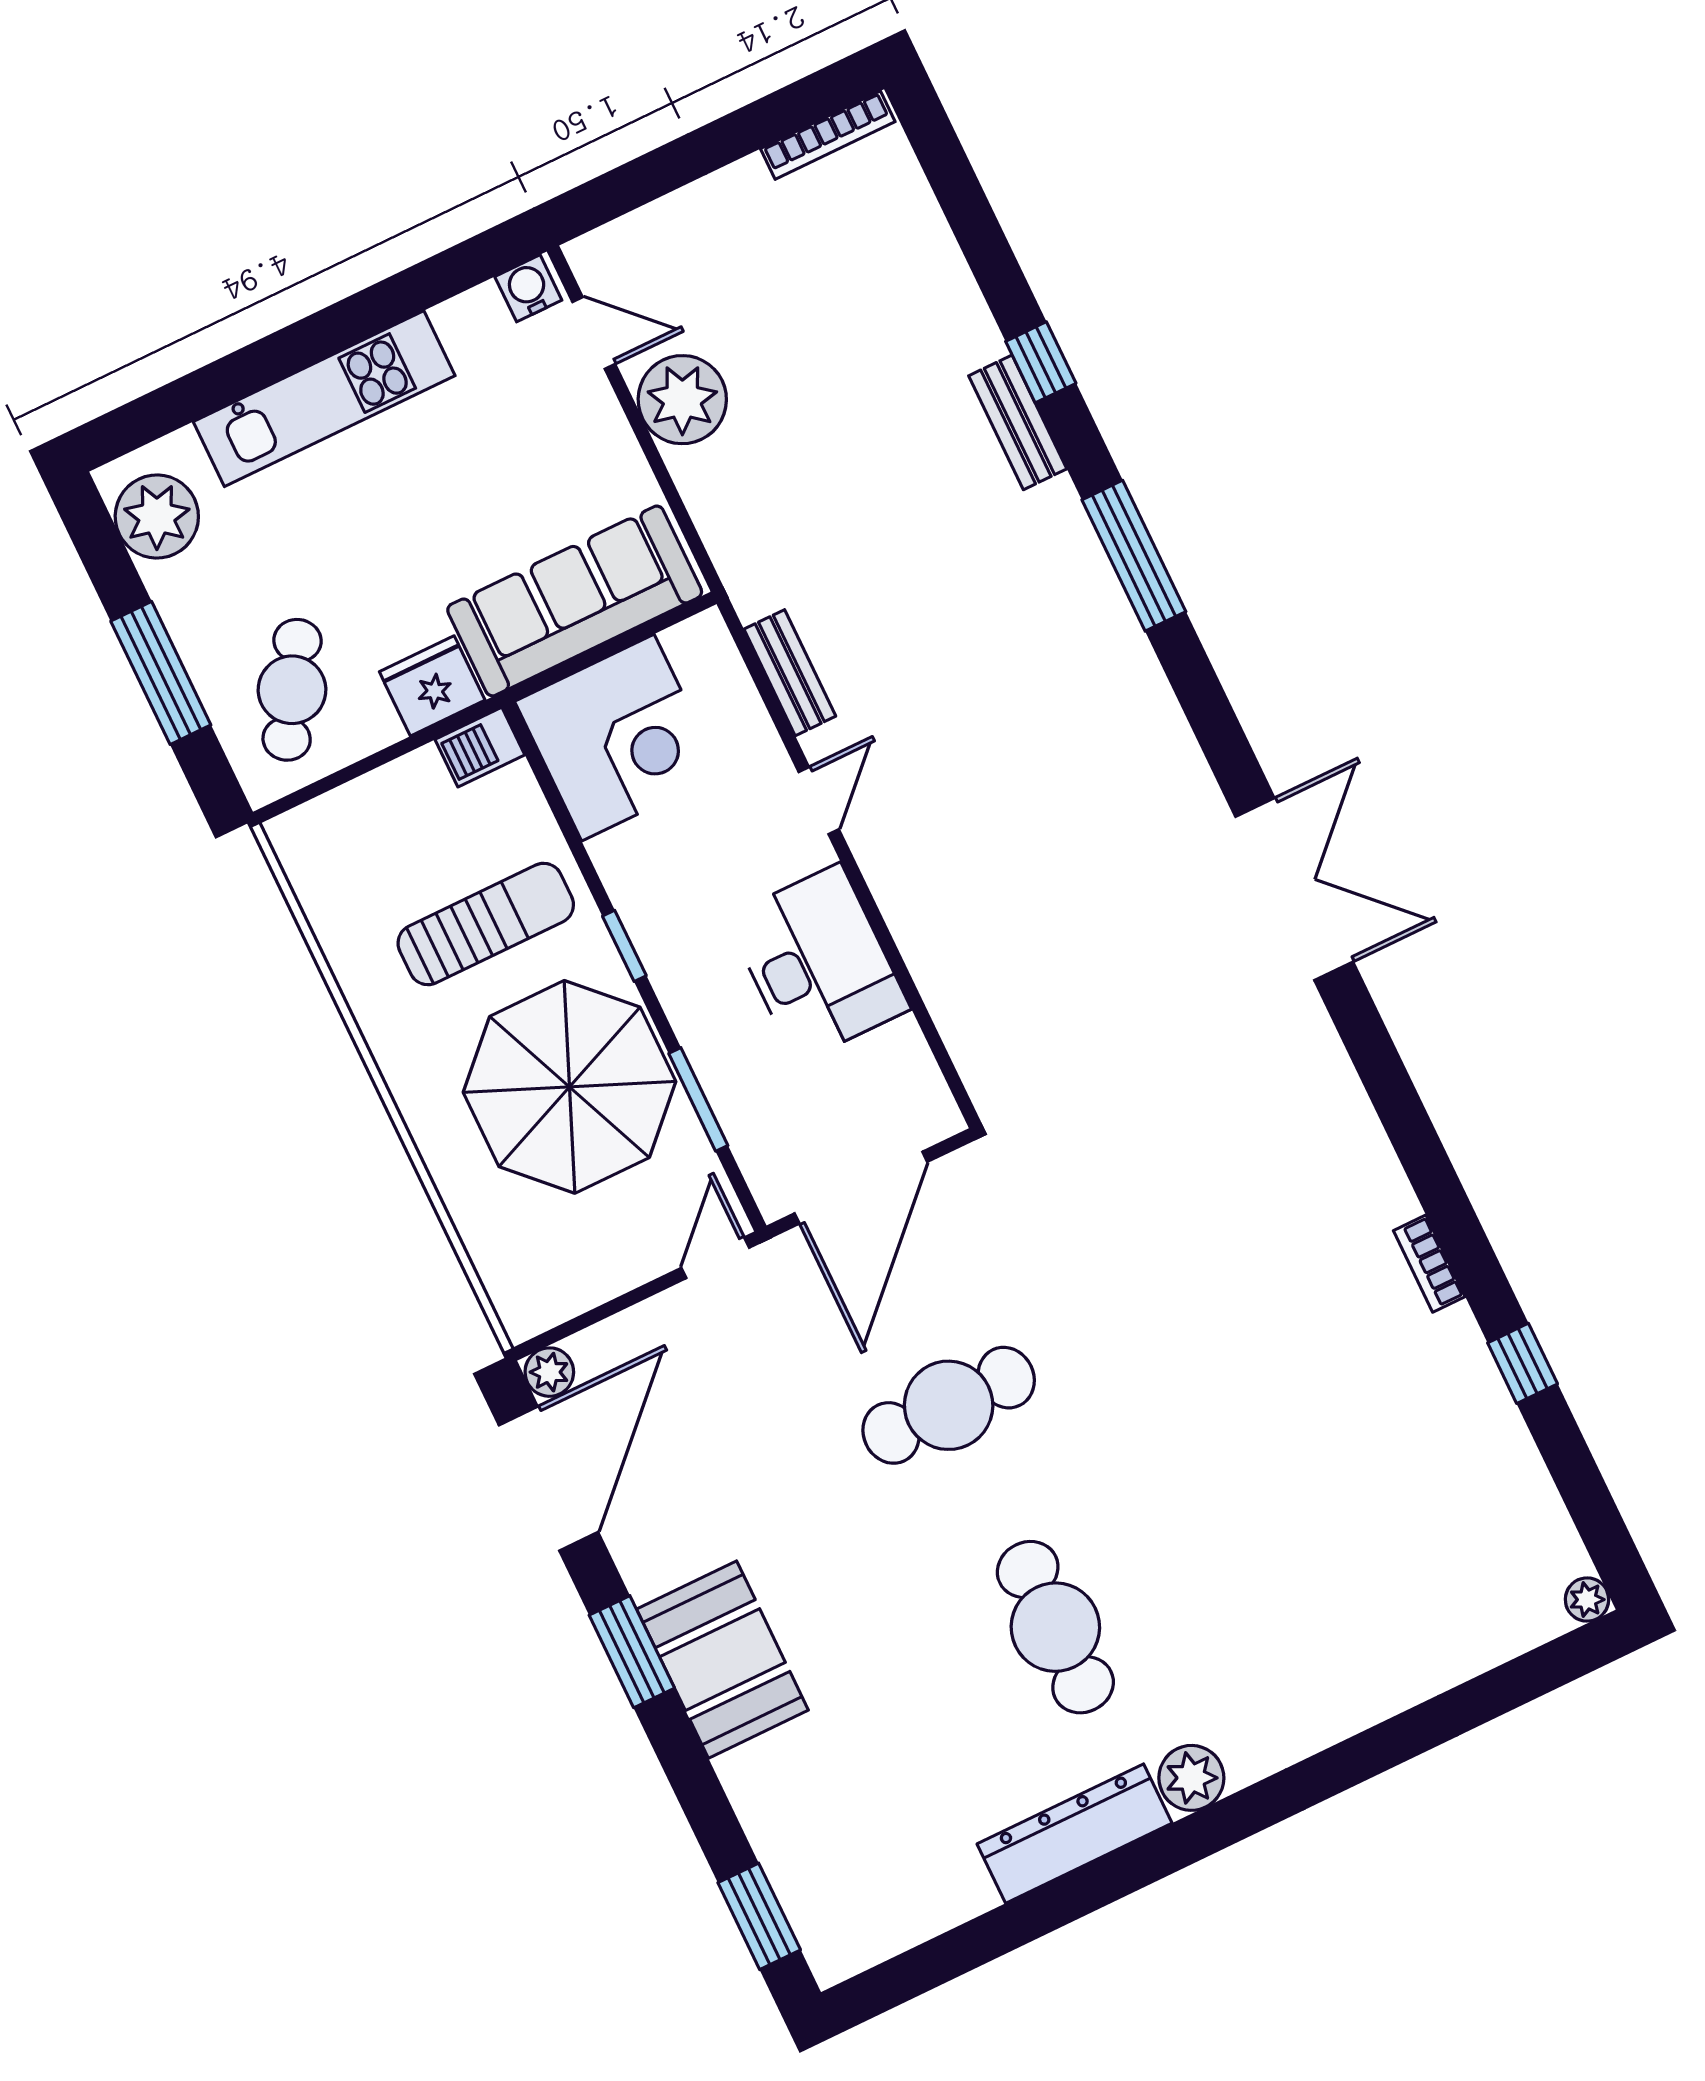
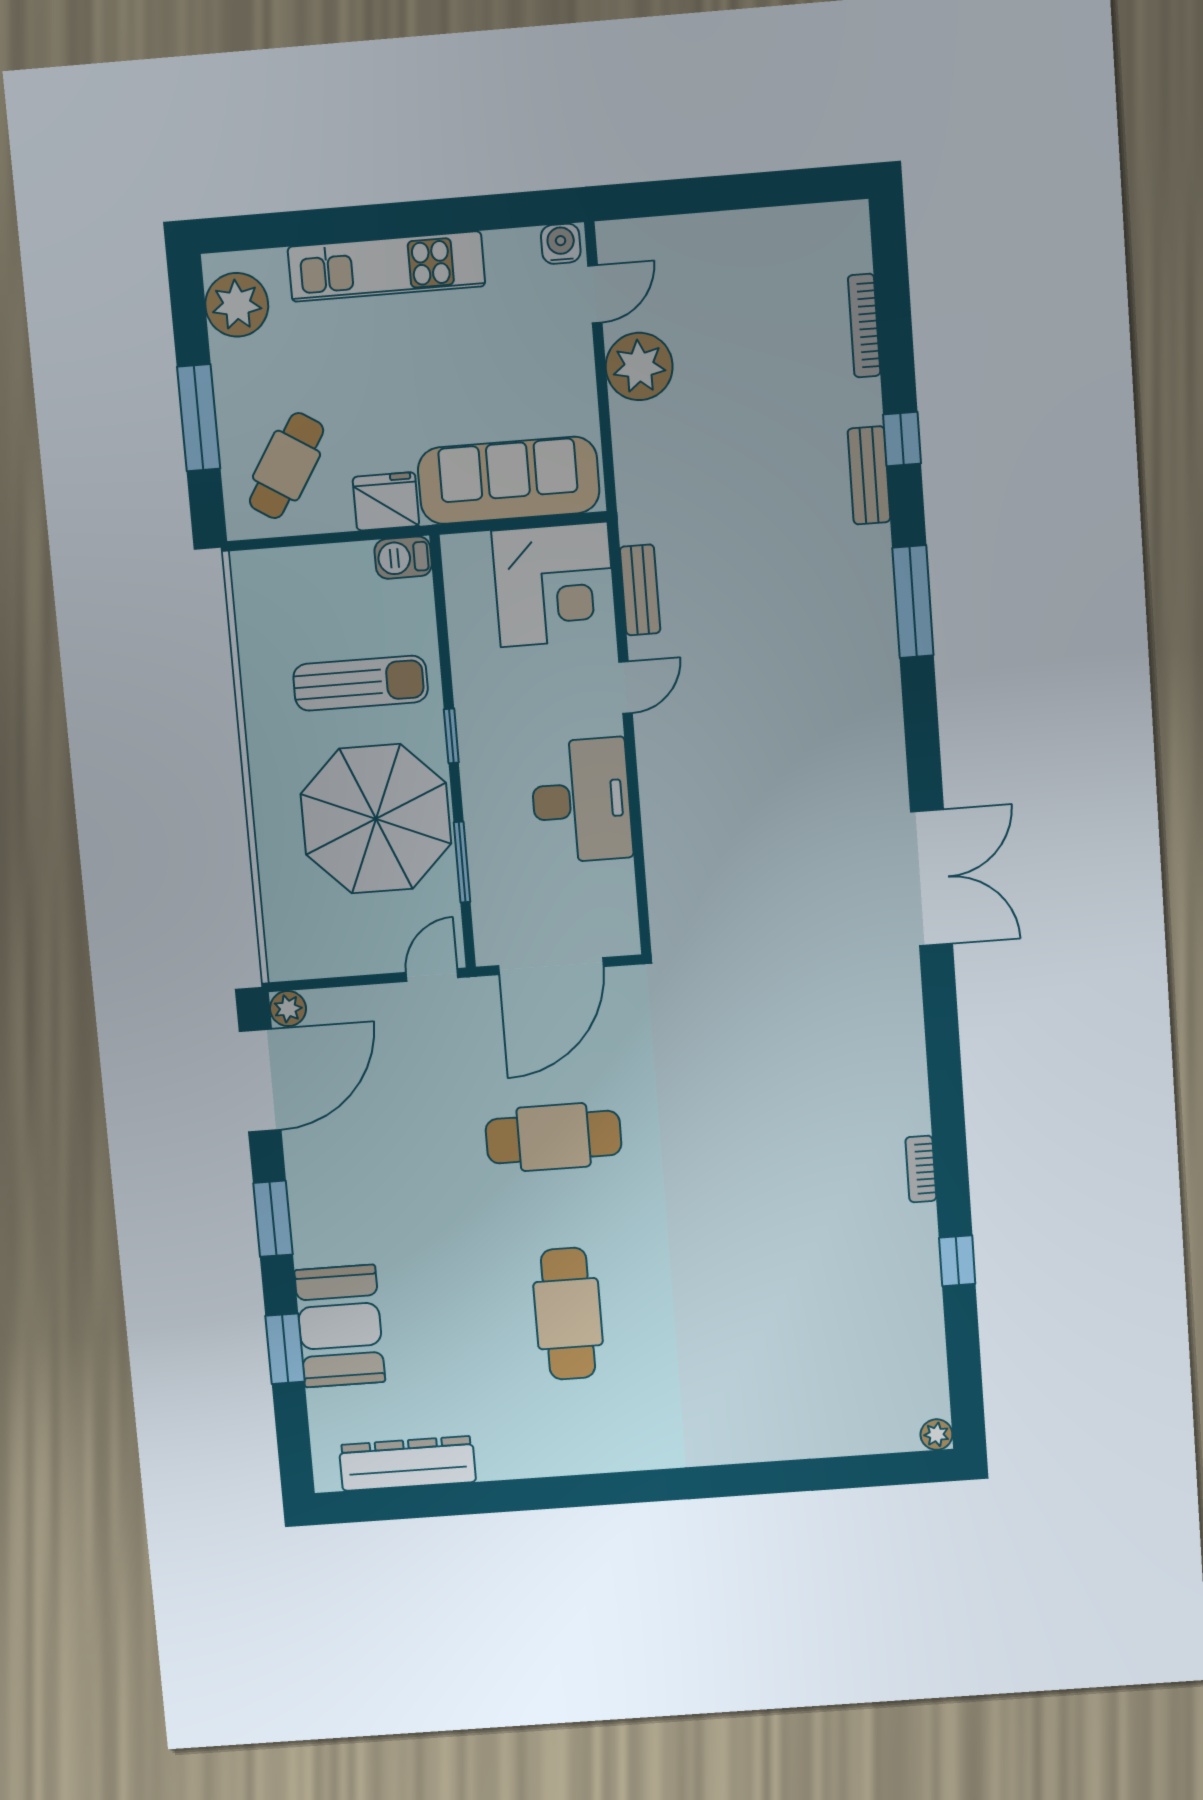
bookcase: (828, 135) -> (864, 326), moved, turned 90
door: (594, 333) -> (595, 294), hinge flipped
corner desk: (618, 738) -> (554, 584), moved
booth: (722, 1660) -> (340, 1326), moved
plant: (1191, 1778) -> (621, 1449), removed
dresser: (1075, 1834) -> (407, 1463), moved
window: (759, 1916) -> (285, 1349), moved

